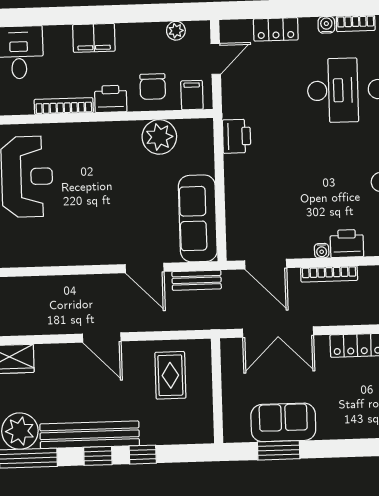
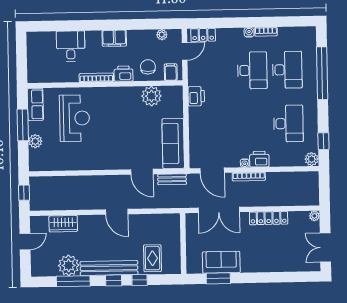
locker: (276, 29) -> (203, 35), moved
chair: (153, 87) -> (148, 67), turned 180
rug: (170, 375) -> (152, 258), moved

